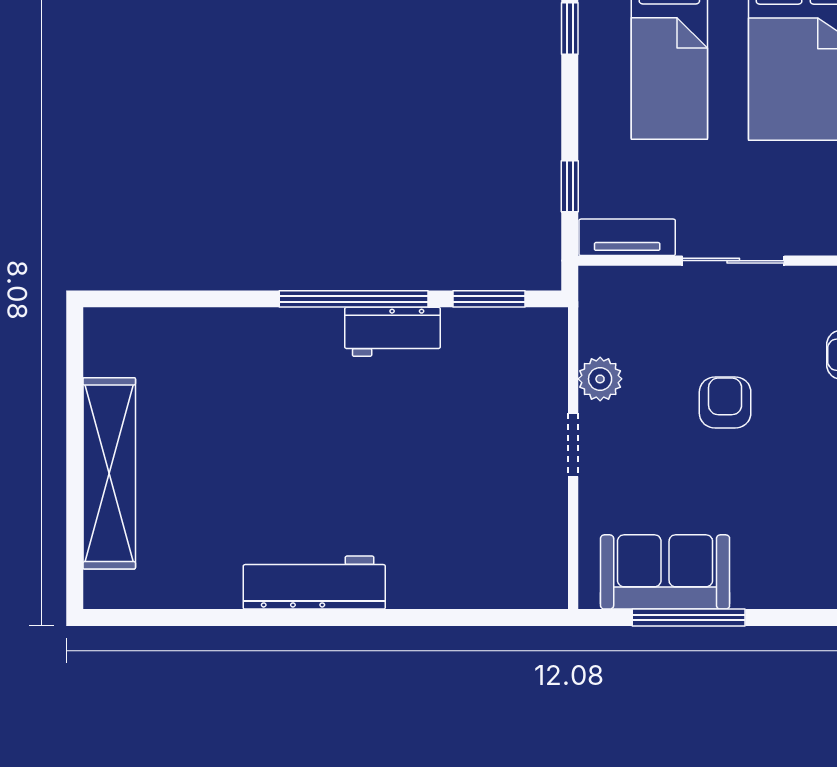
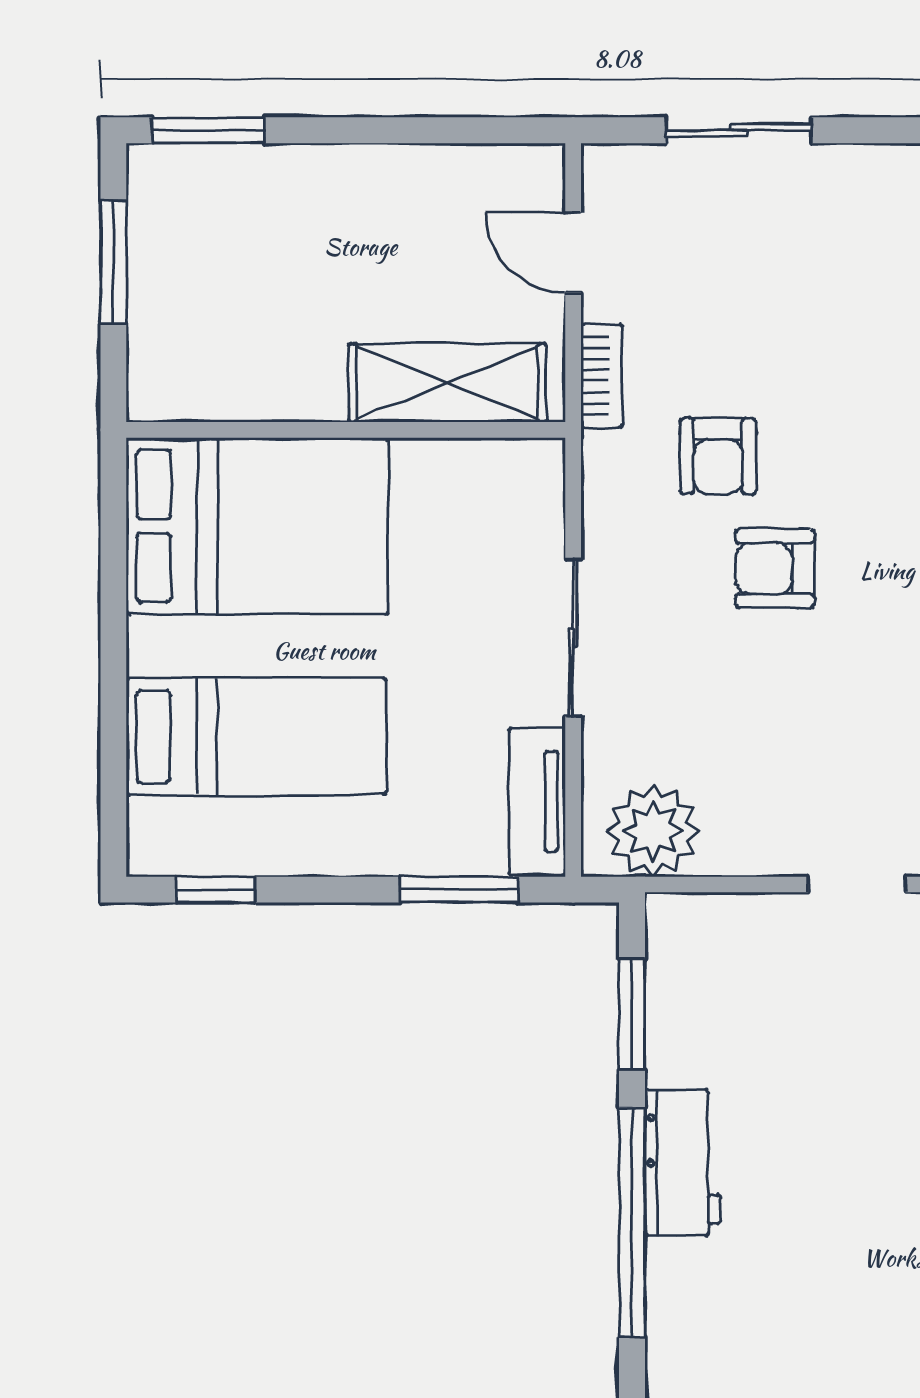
window: (570, 186) -> (459, 890), width x1.50
plant: (600, 379) -> (653, 831), moved, width x1.36, depth x1.36
armchair: (725, 403) -> (775, 569), moved

